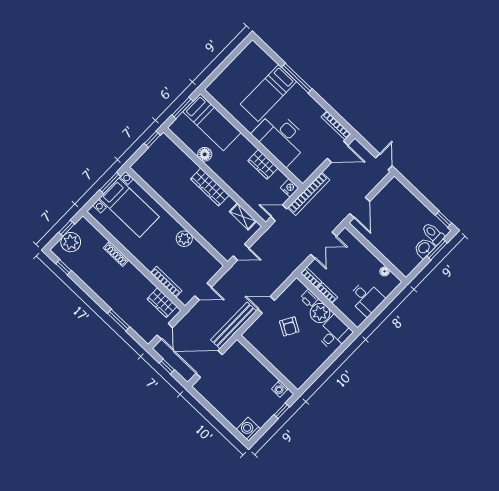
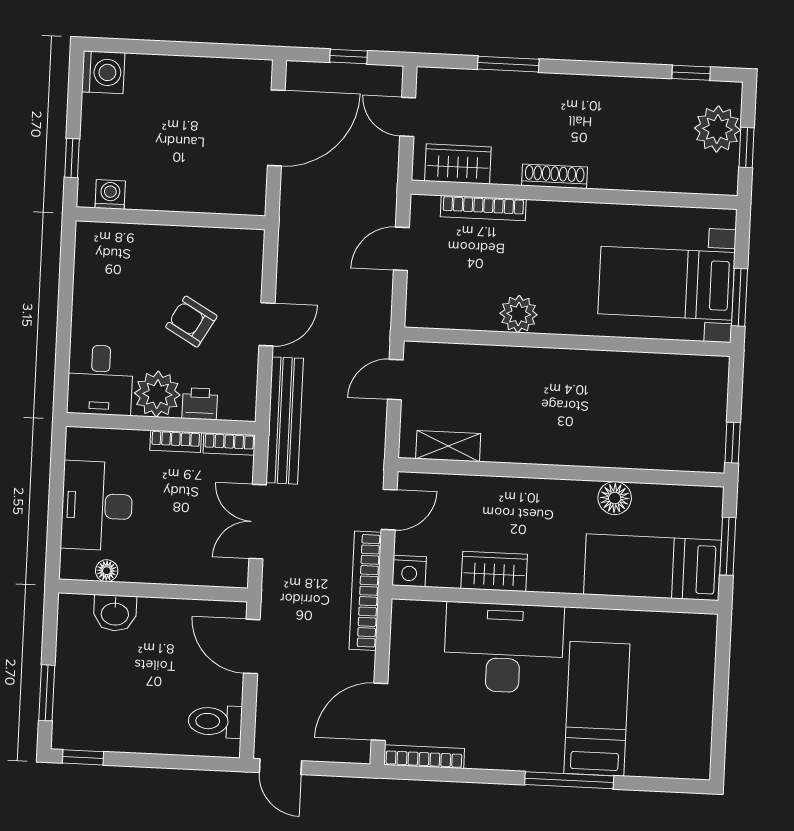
wardrobe: (210, 187) -> (554, 447), removed
toilet: (433, 234) -> (215, 721), moved, turned 180
washbasin: (424, 248) -> (115, 613), moved, turned 90
shoe rack: (116, 254) -> (555, 176), moved
desk: (366, 298) -> (97, 506), width x1.37
bench: (234, 325) -> (285, 421), moved

